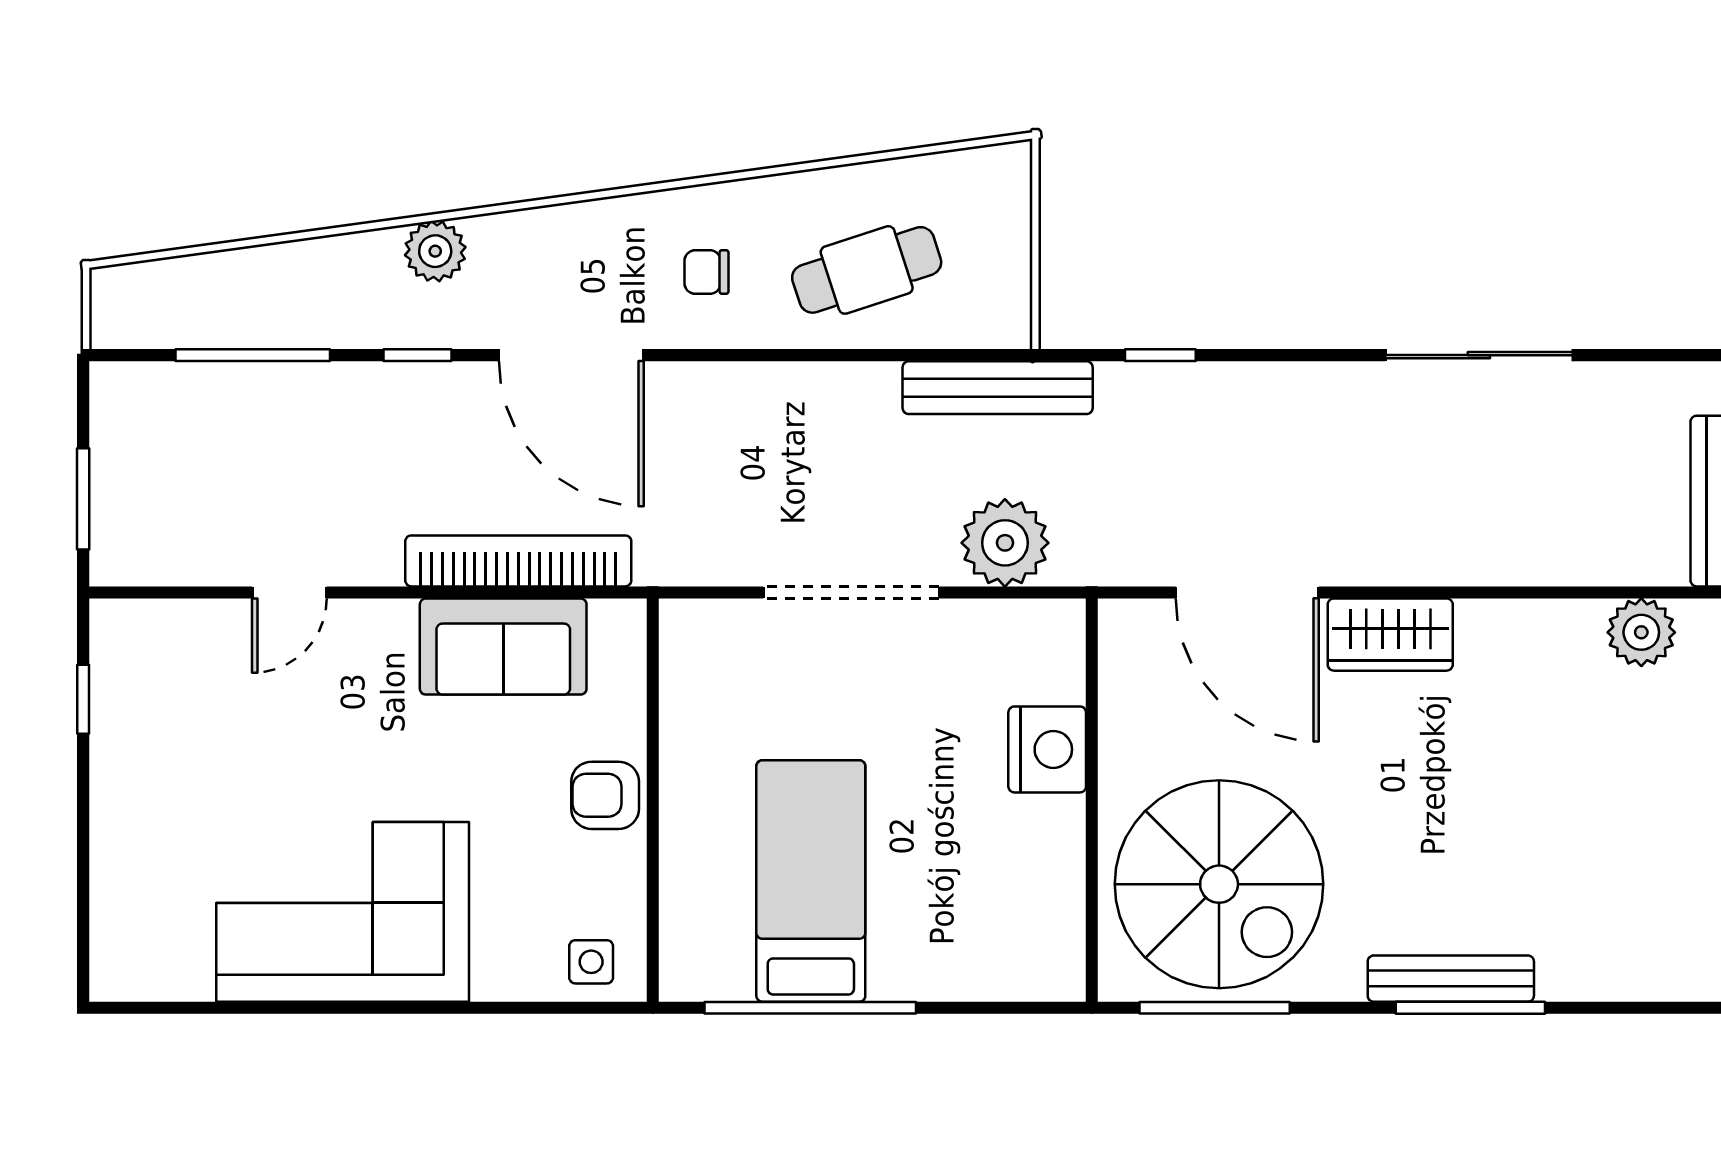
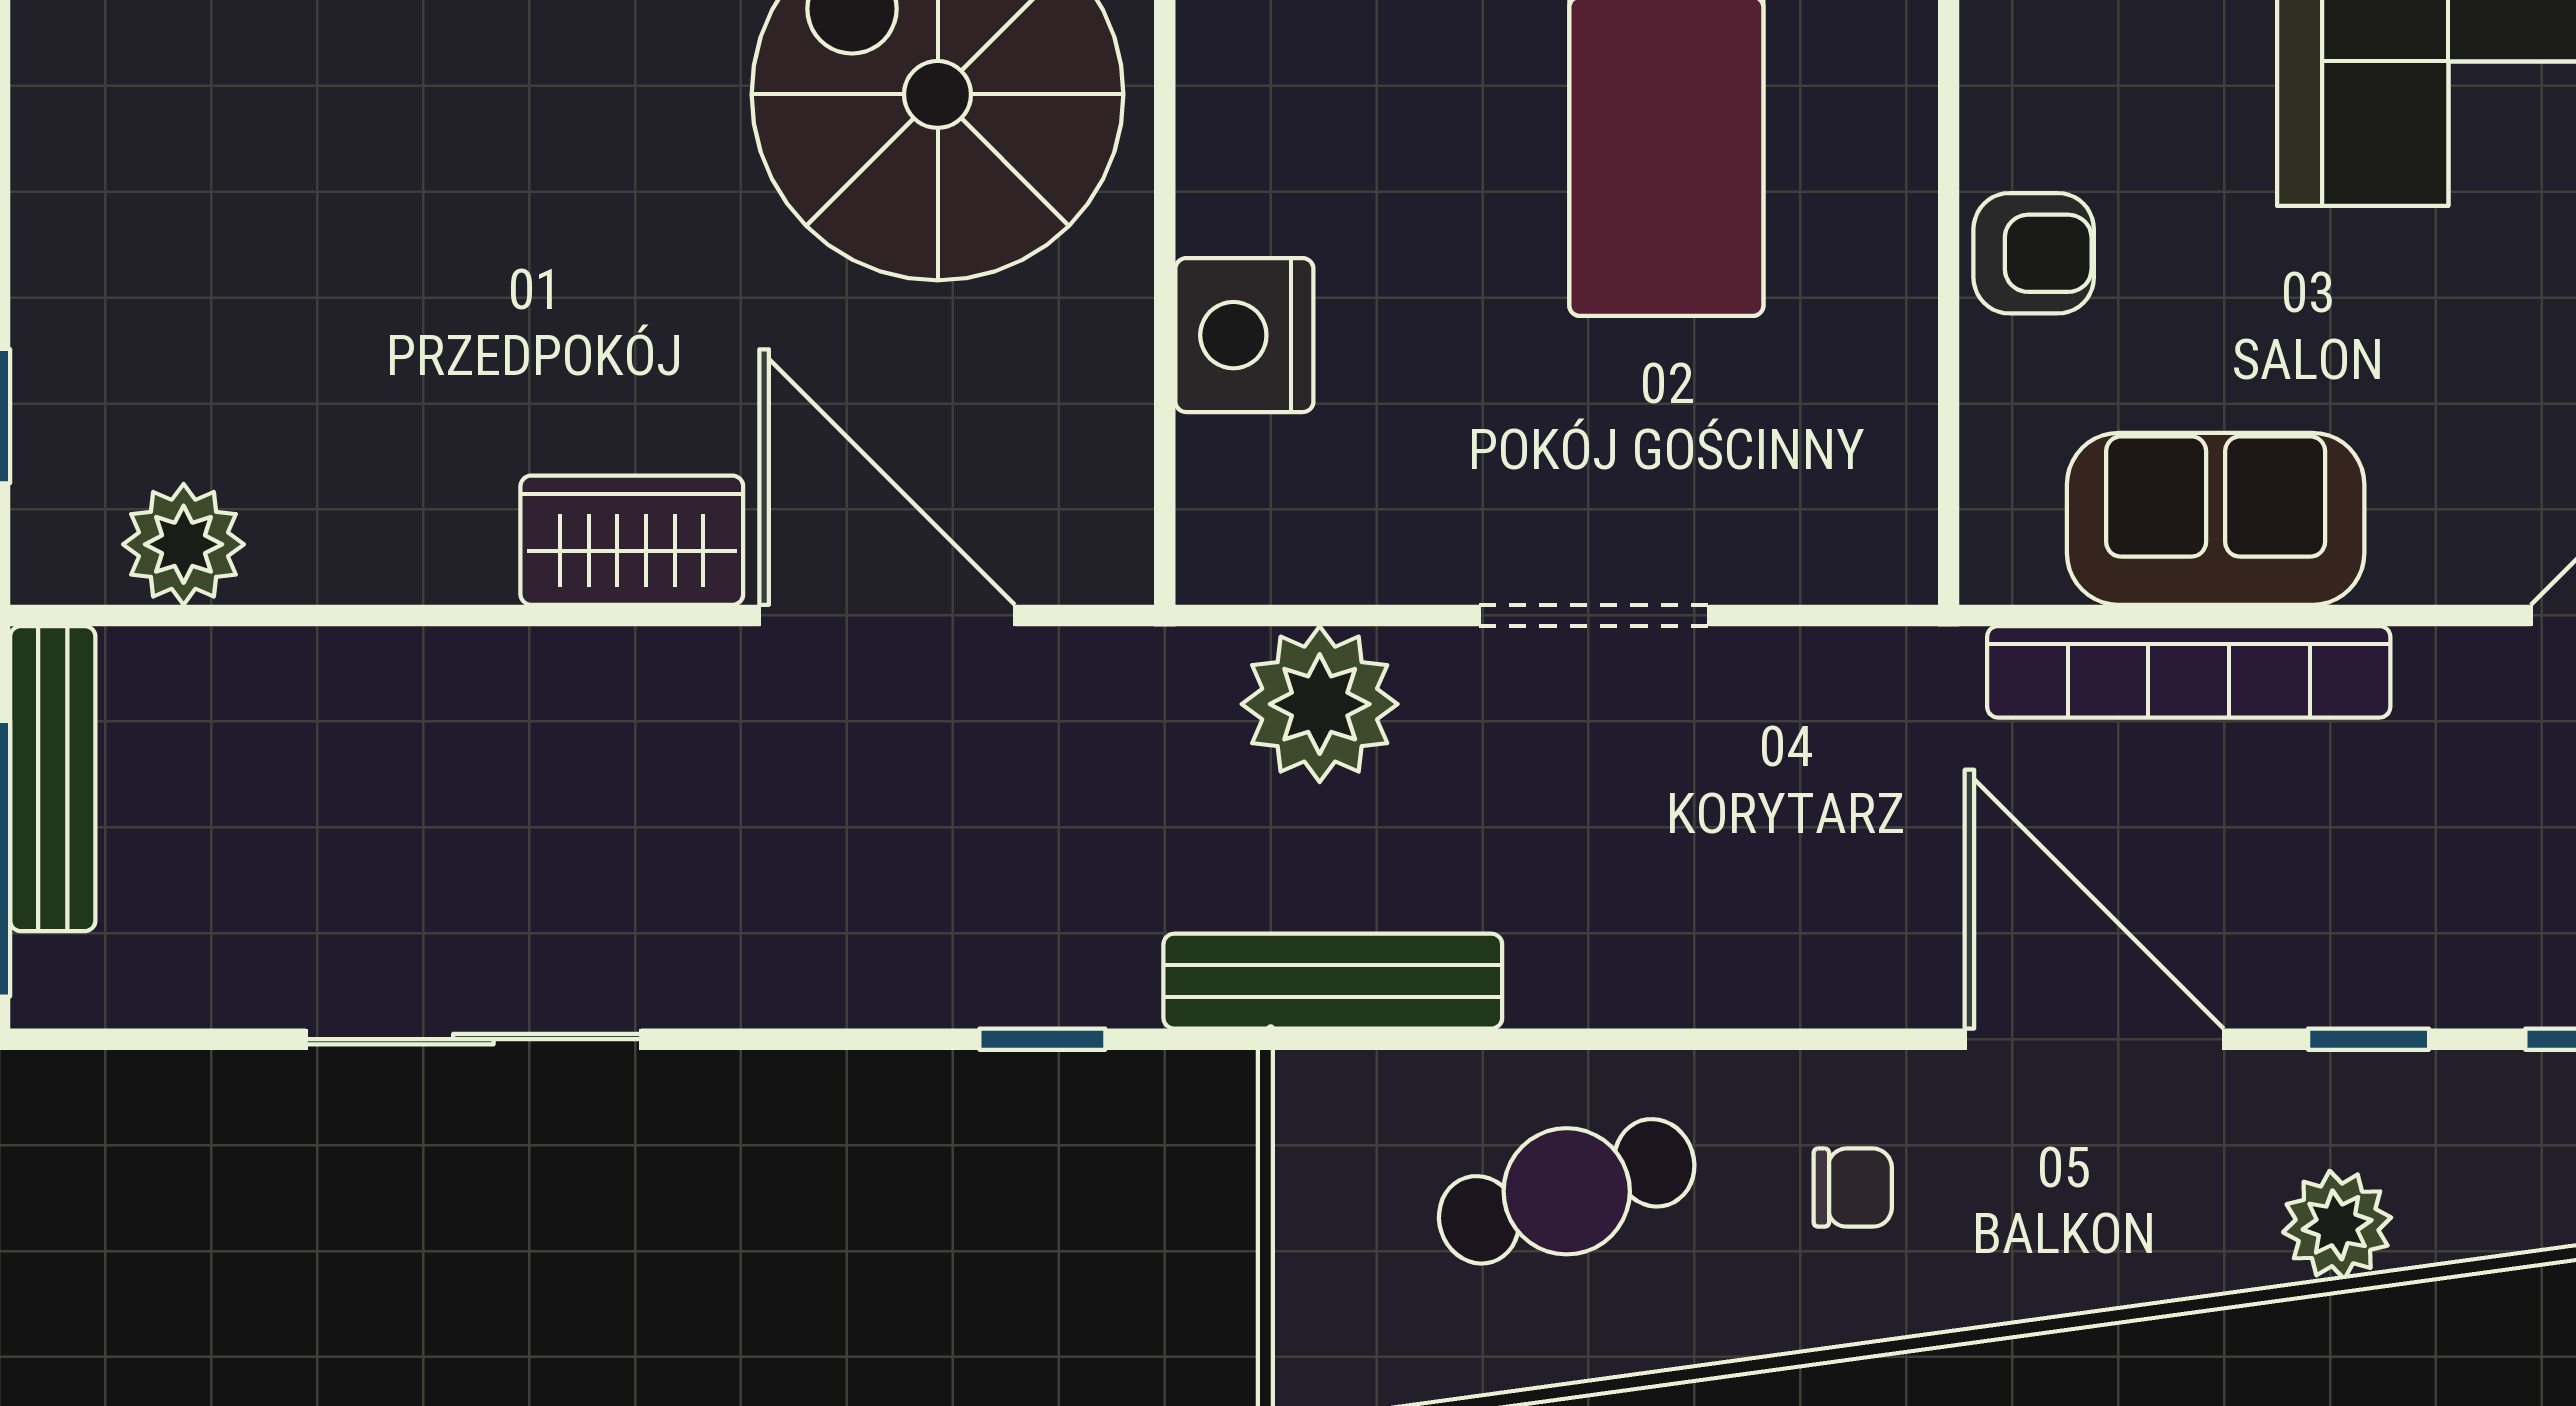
doorway: (851, 592) -> (1594, 615), width x0.73

